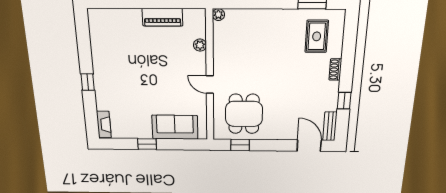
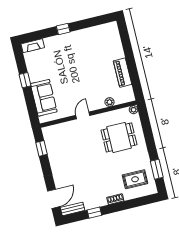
dining table: (244, 114) -> (119, 137), moved

